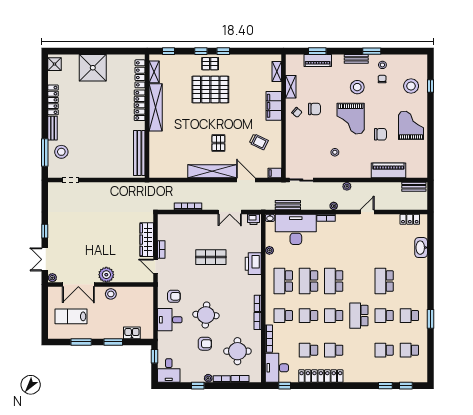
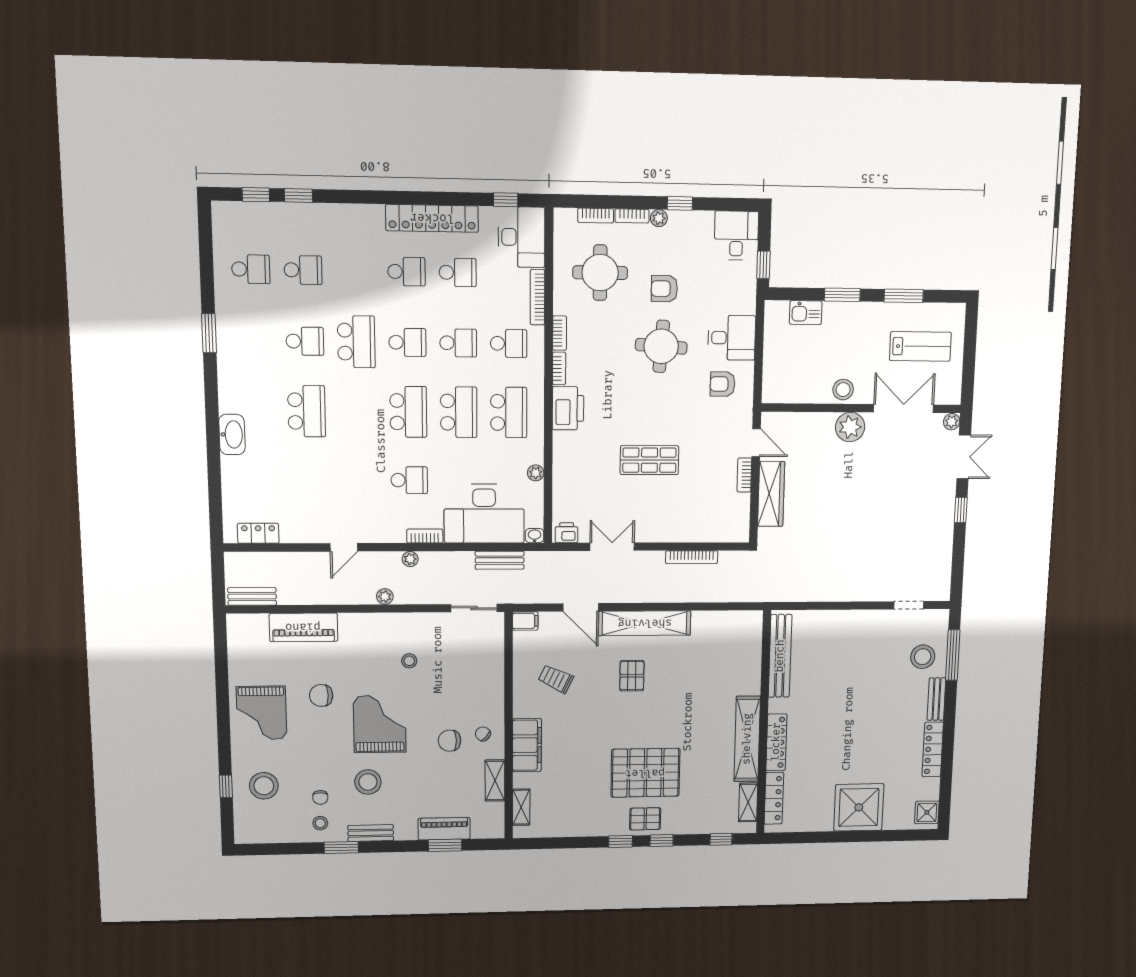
washbasin: (421, 248) -> (232, 434), moved
printer: (253, 264) -> (568, 408), moved
school desk: (409, 316) -> (409, 480), moved

